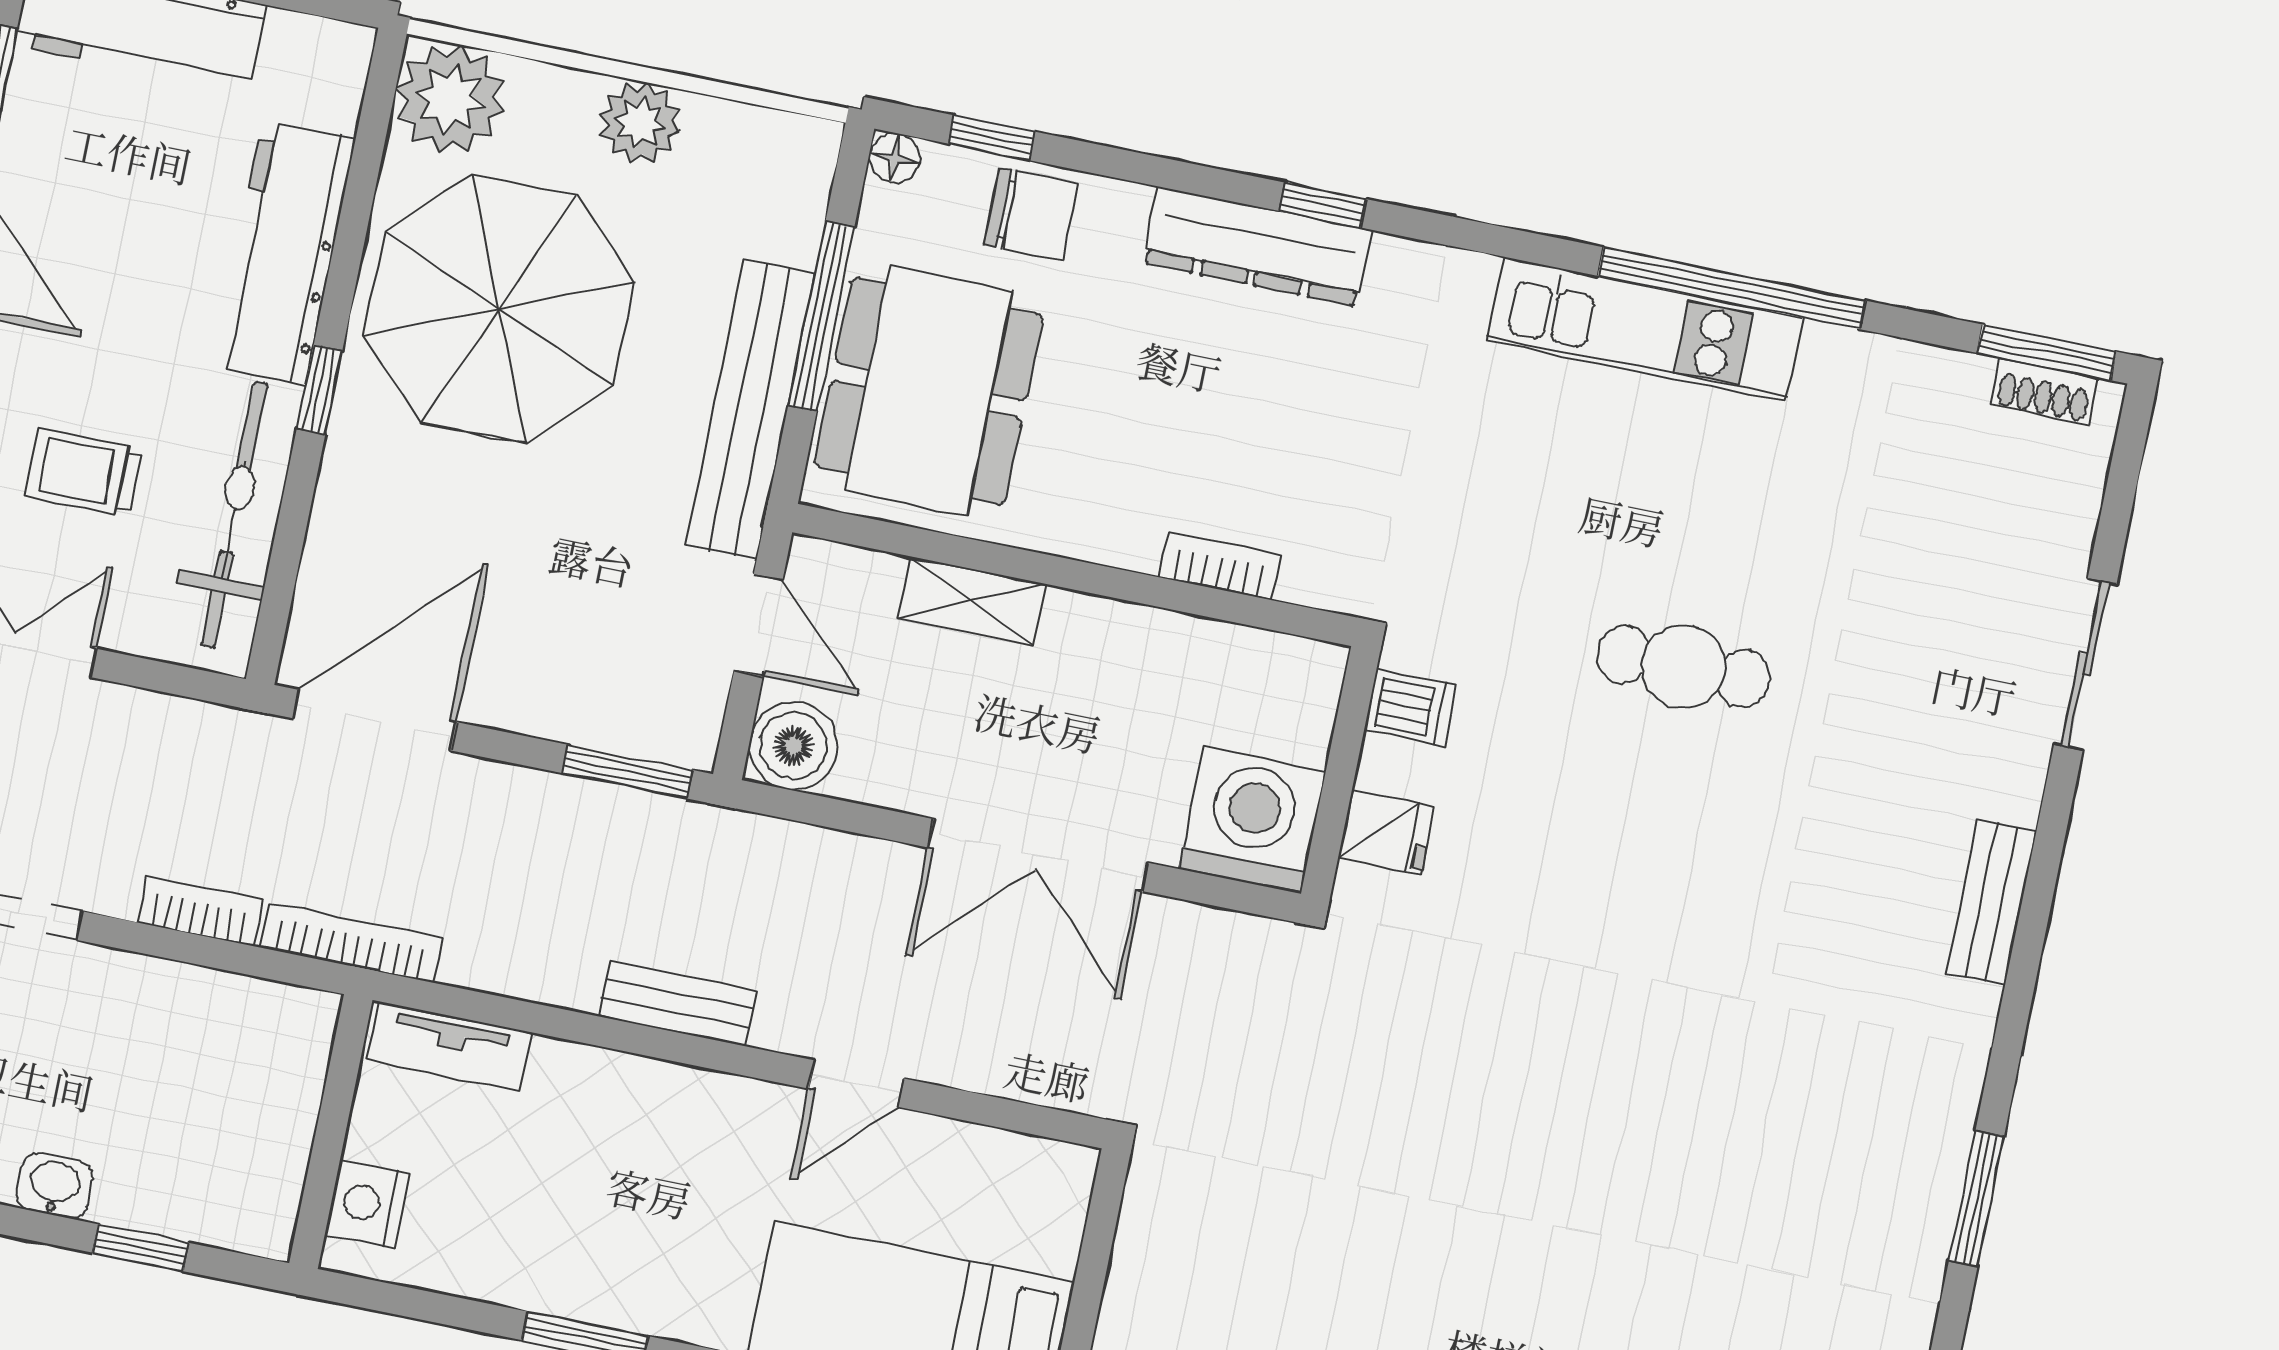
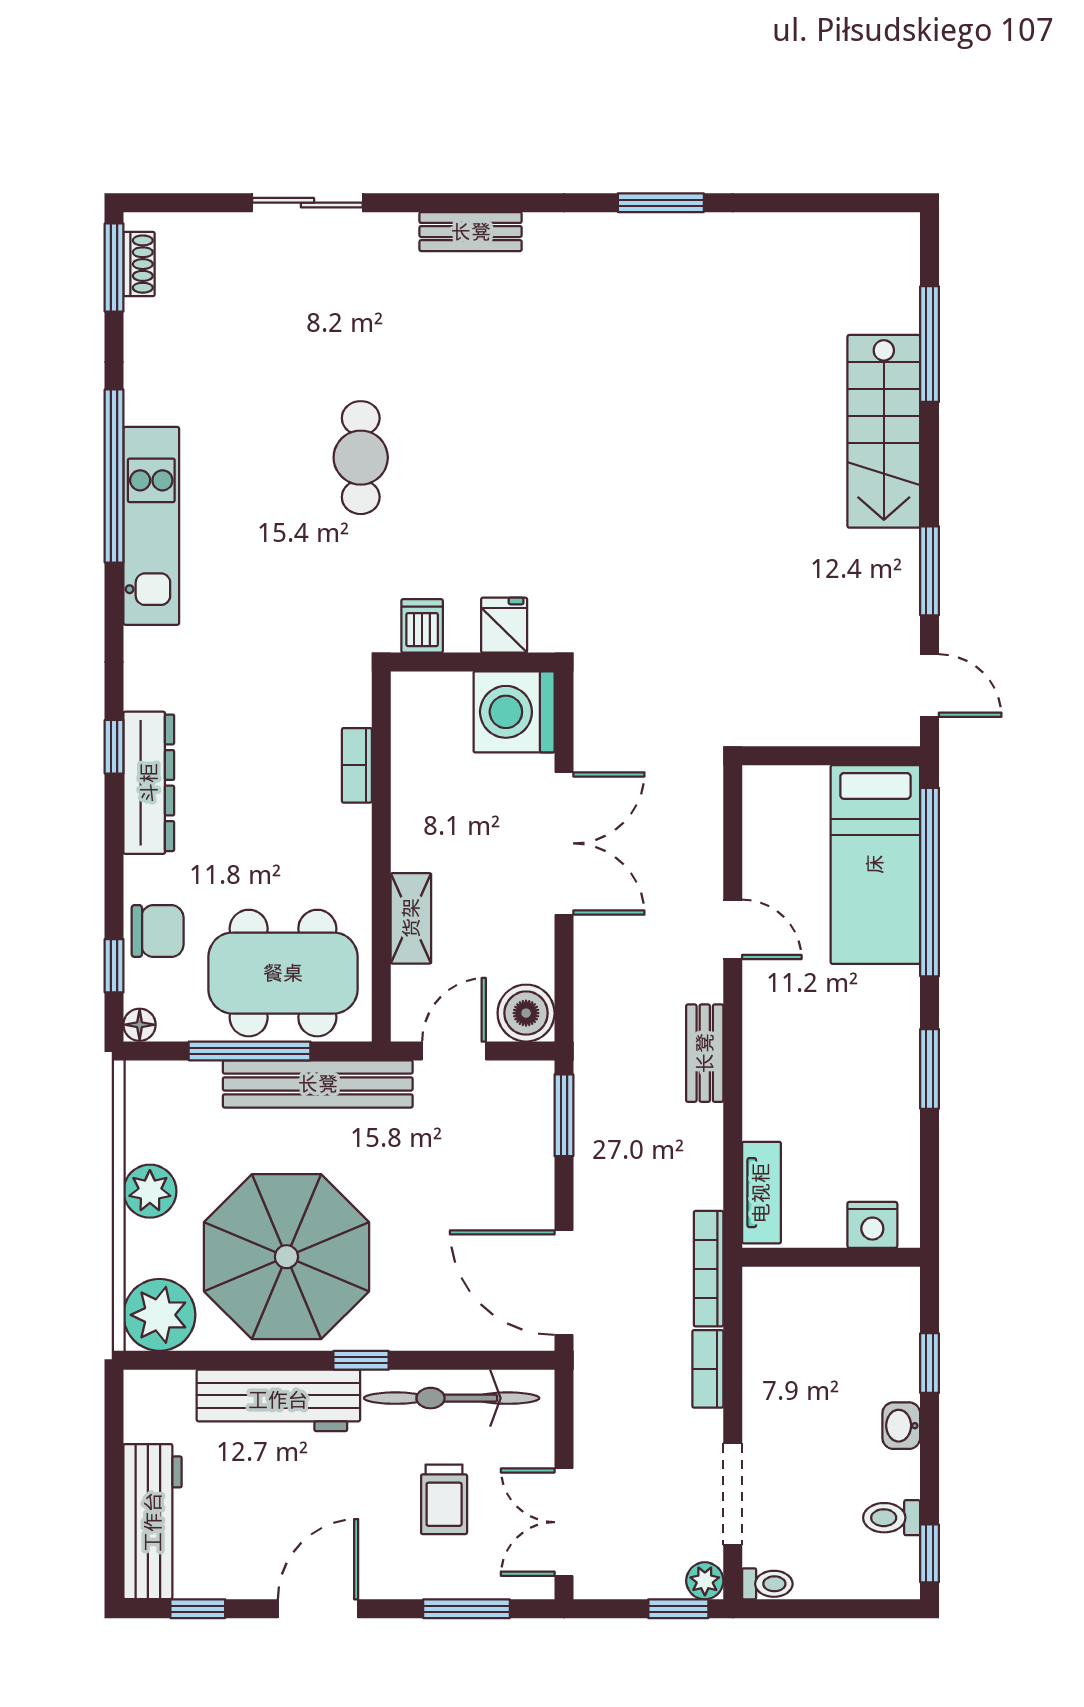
chair: (1031, 214) -> (158, 931), turned 90

